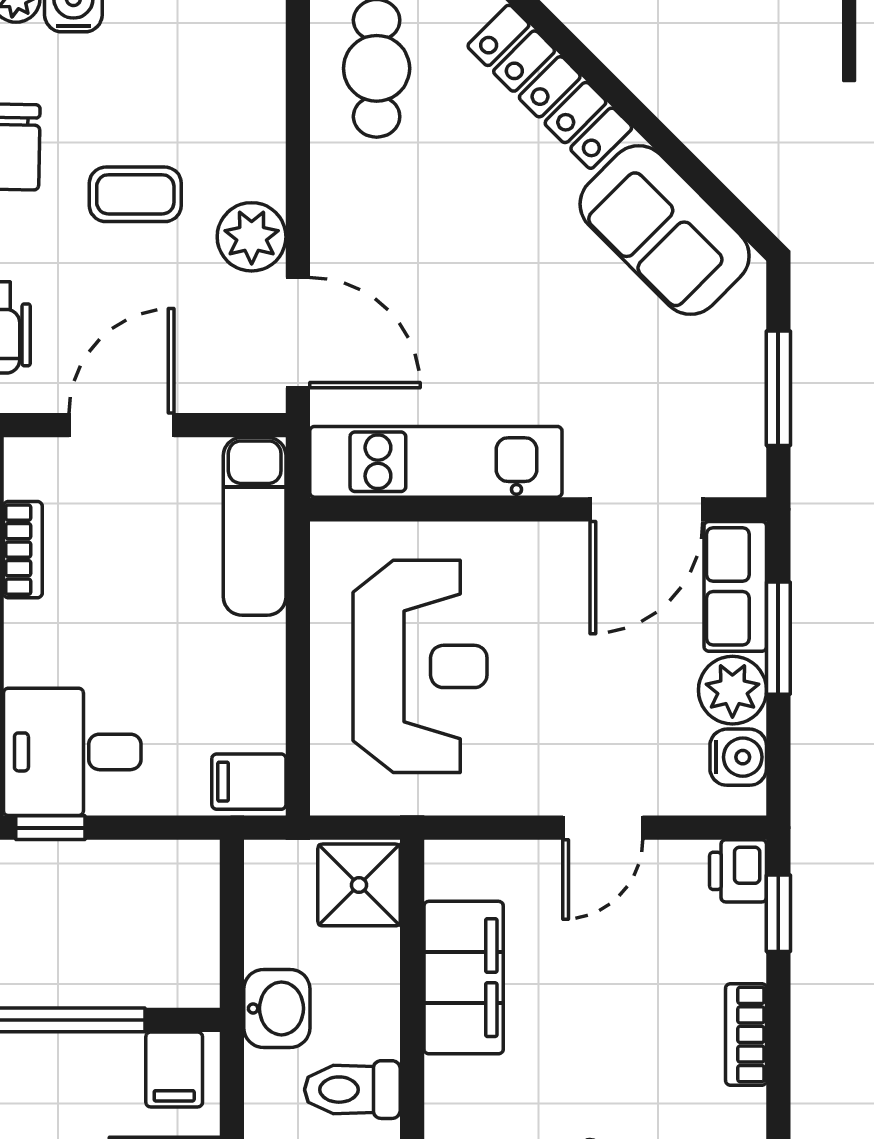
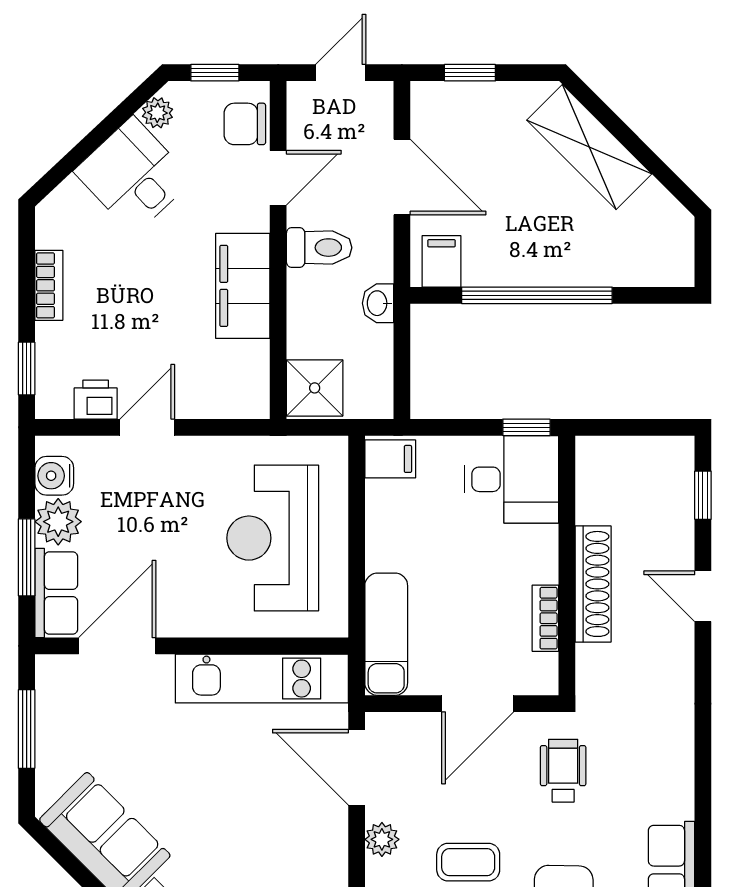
plant: (252, 237) -> (382, 839), width x0.73, depth x0.73
printer: (738, 871) -> (96, 400), moved, turned -90
filing cabinet: (464, 978) -> (243, 286), moved
washbasin: (277, 1008) -> (378, 303), width x0.72, depth x0.69

